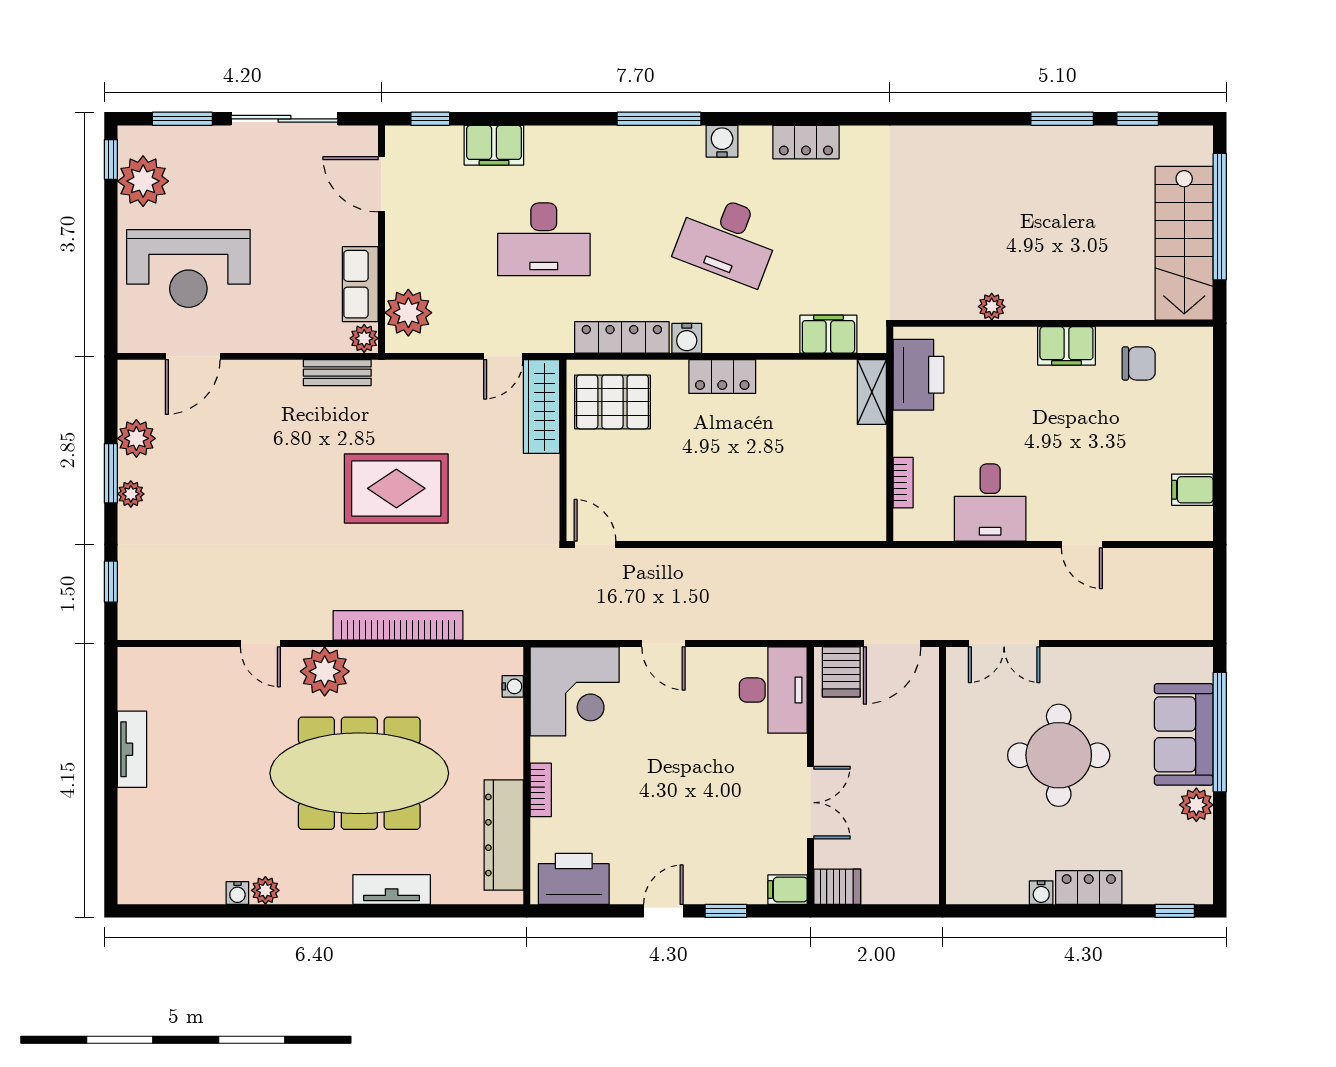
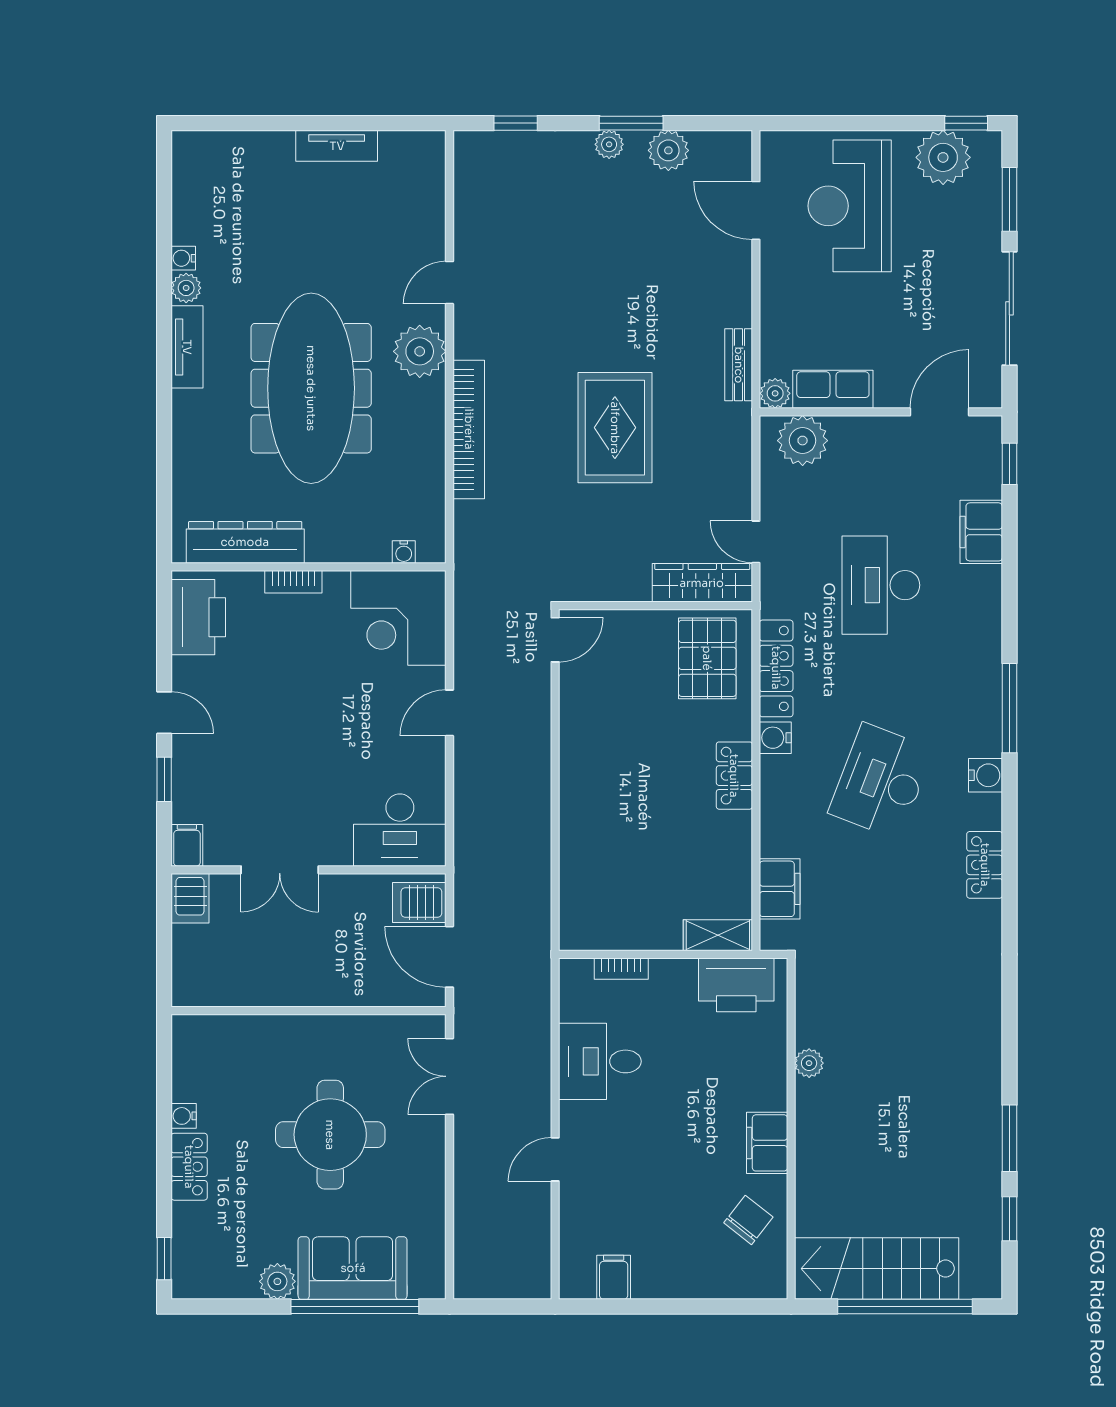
chair: (1139, 363) -> (748, 1220), turned -142
tv unit: (392, 889) -> (187, 347), moved

